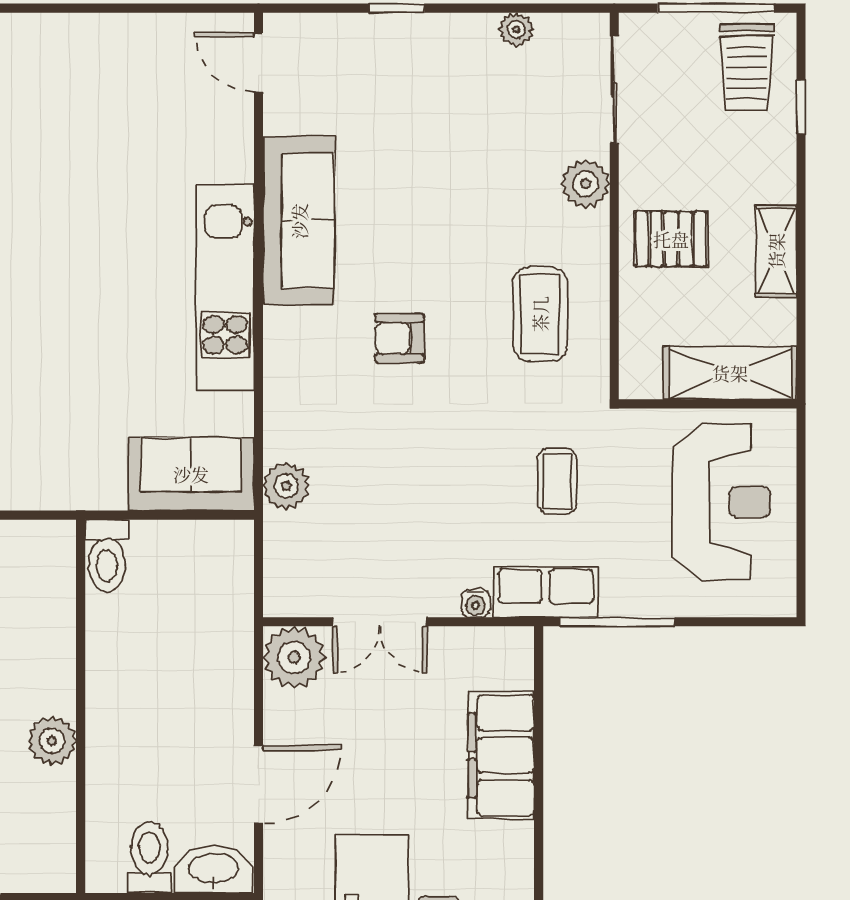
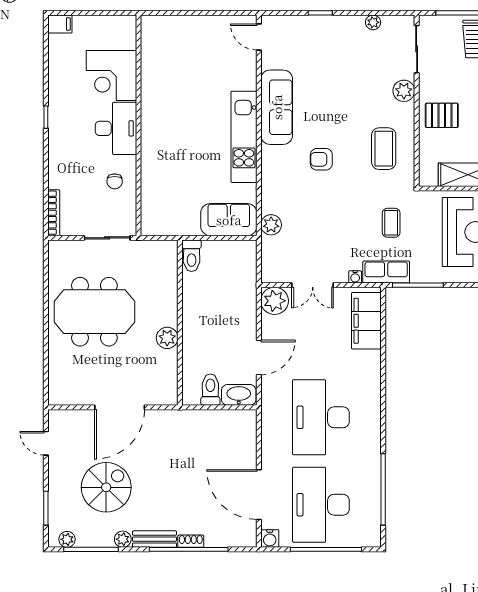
filing cabinet: (501, 755) -> (366, 321), moved

